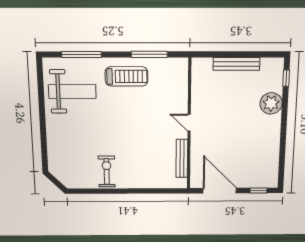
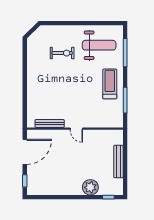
treadmill: (127, 76) -> (110, 84), turned 180
weight bench: (72, 92) -> (99, 45), turned -90
door: (189, 123) -> (76, 129), swing flipped
exercise bike: (107, 171) -> (62, 53), moved

